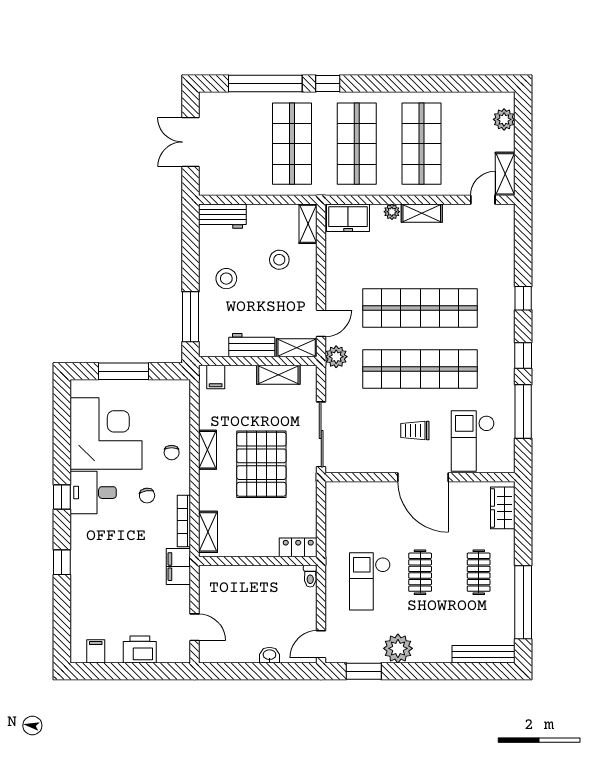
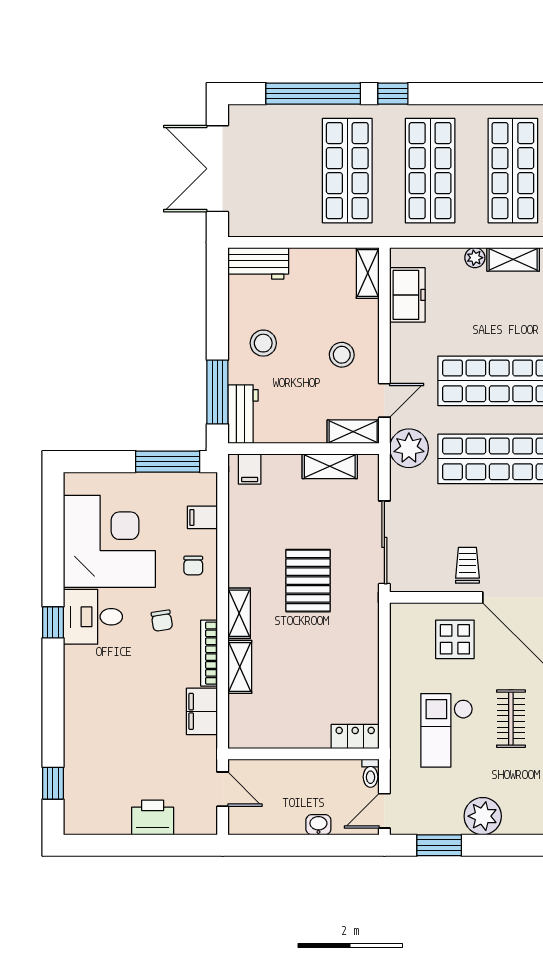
double door: (190, 142) -> (217, 169), width x1.37
freezer: (348, 218) -> (407, 295), moved, turned -90
stool: (279, 260) -> (342, 355), moved
workbench: (252, 345) -> (243, 414), moved, turned 90
plant: (336, 357) -> (409, 448), width x1.36, depth x1.36
window: (124, 371) -> (168, 462), moved
trolley: (415, 431) -> (467, 565), moved, turned 90
shelving: (207, 450) -> (239, 613), moved
pallet: (261, 464) -> (308, 581), width x0.73, depth x0.71
display table: (376, 510) -> (455, 639), added
locker: (298, 547) -> (355, 737), moved
wall: (258, 561) -> (303, 754), moved
window: (62, 562) -> (53, 783), moved
toilet: (310, 576) -> (371, 773), moved
filing cabinet: (96, 651) -> (202, 517), moved, turned -90

